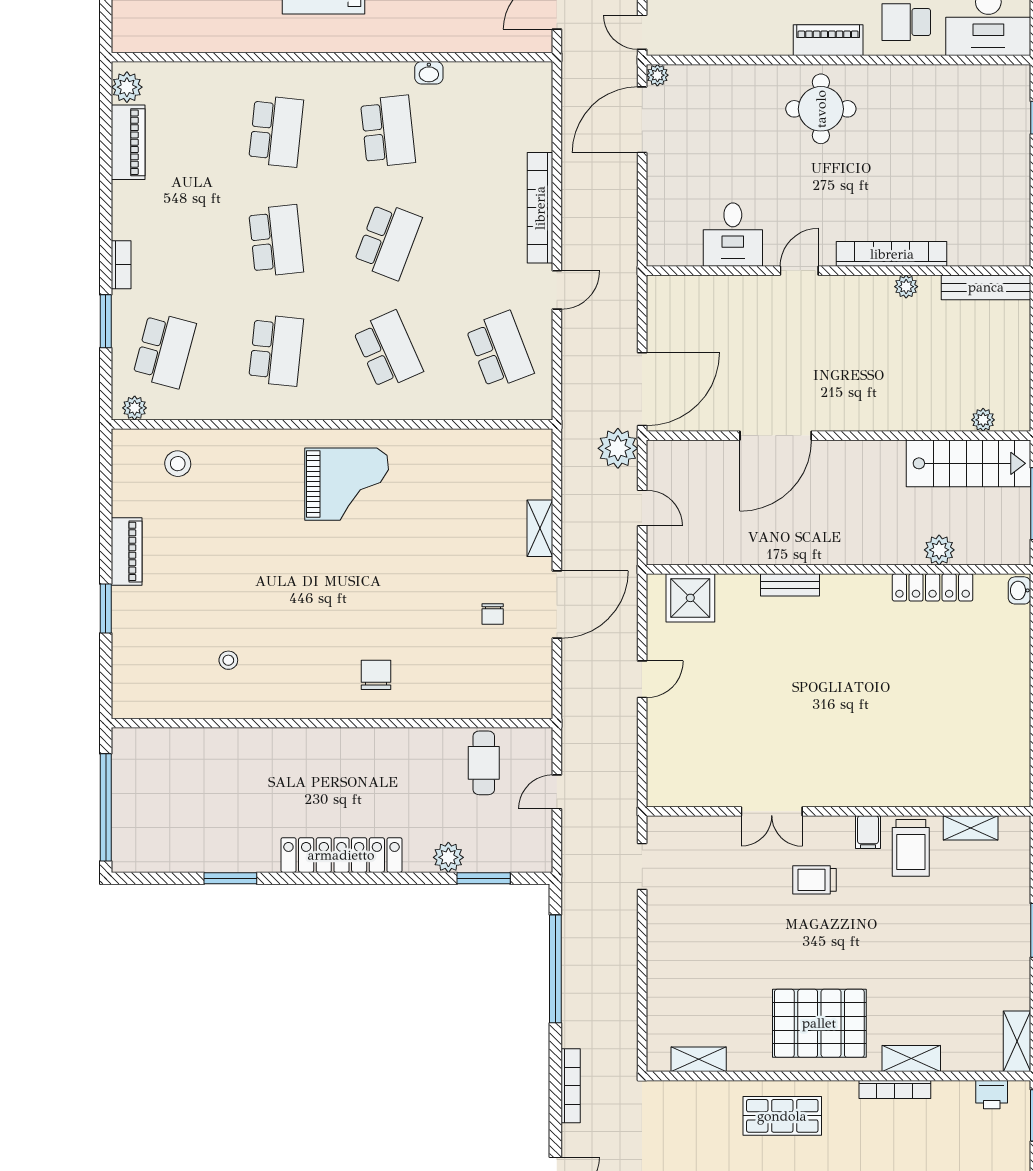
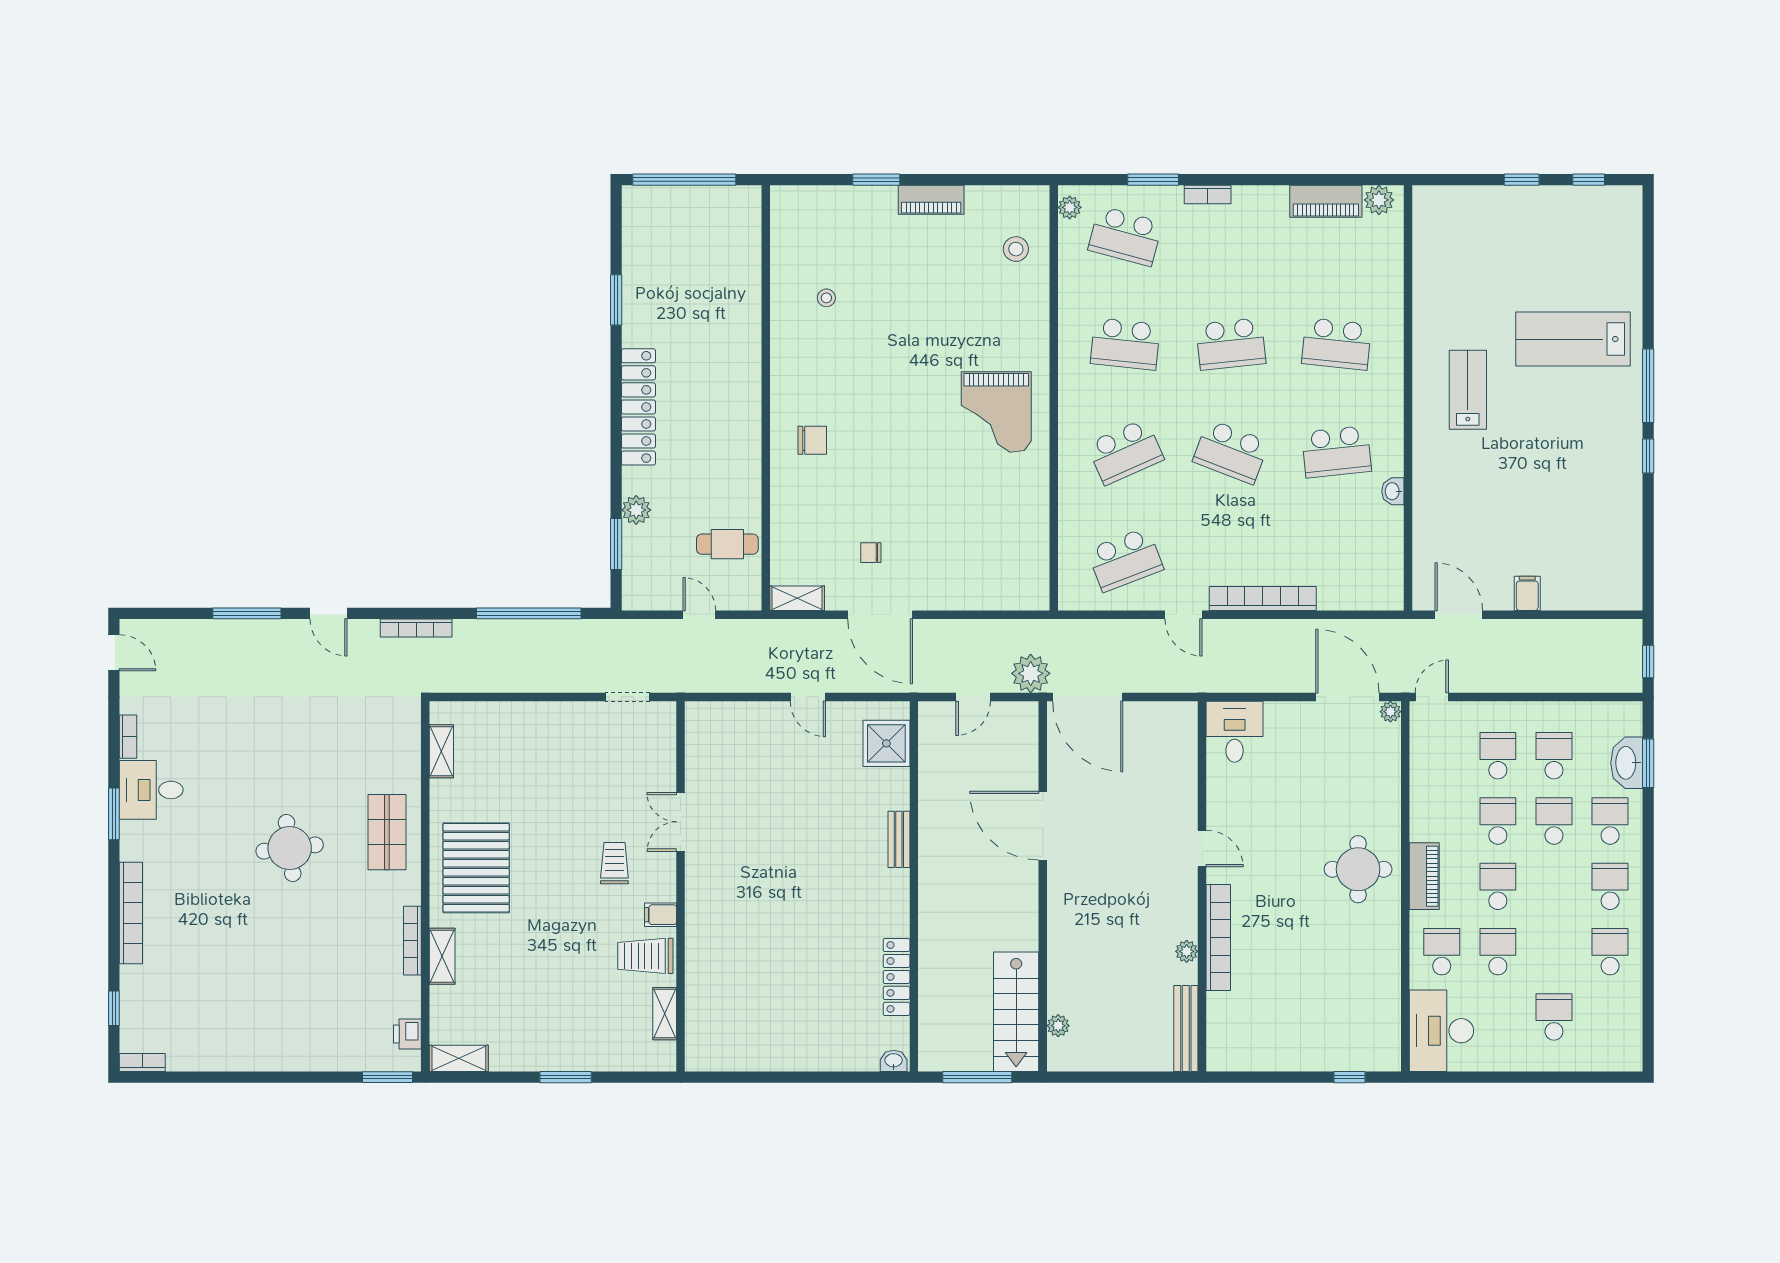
desk: (733, 235) -> (1235, 732), moved, turned 90
shelving: (540, 528) -> (797, 598), moved
plant: (939, 550) -> (933, 983), removed

